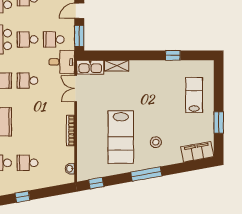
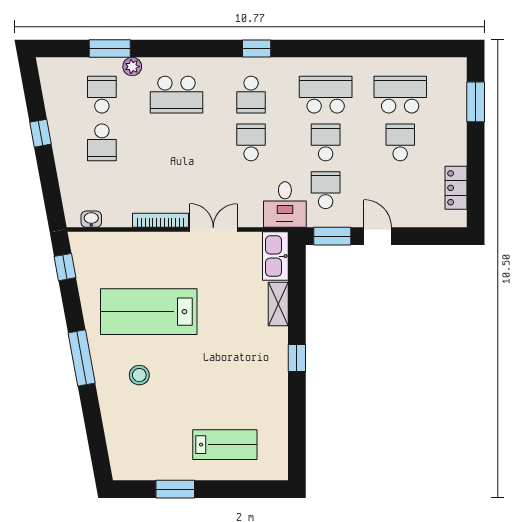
window: (173, 55) -> (297, 358), moved
double door: (76, 89) -> (213, 230), moved
filing cabinet: (197, 152) -> (122, 450), removed
school desk: (27, 163) -> (102, 142), turned 180

